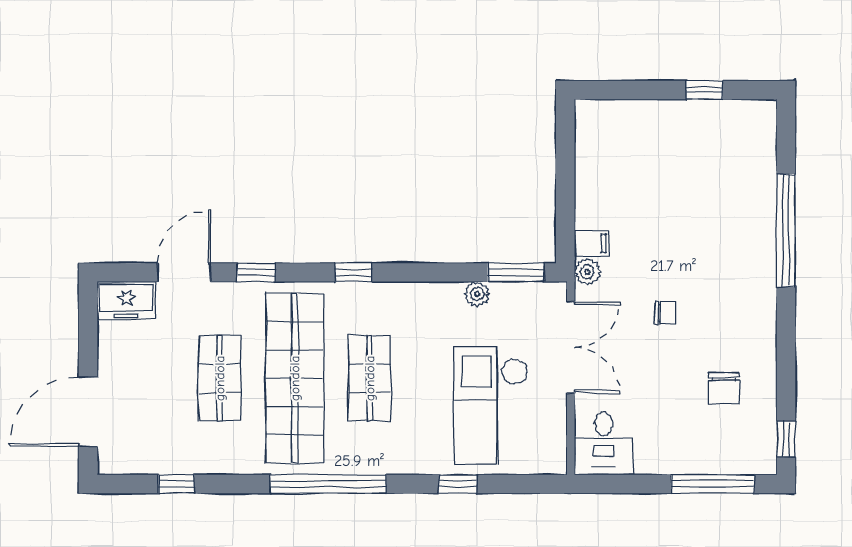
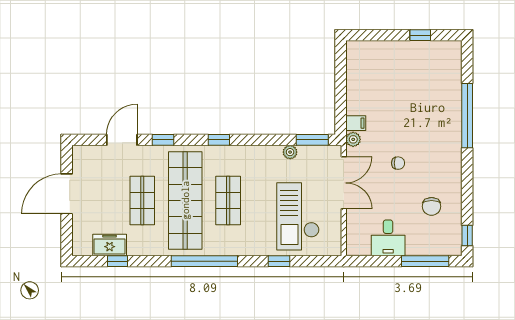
freezer: (126, 300) -> (110, 245), moved, turned 180
door: (88, 411) -> (67, 194), moved
desk: (604, 443) -> (388, 238), moved

